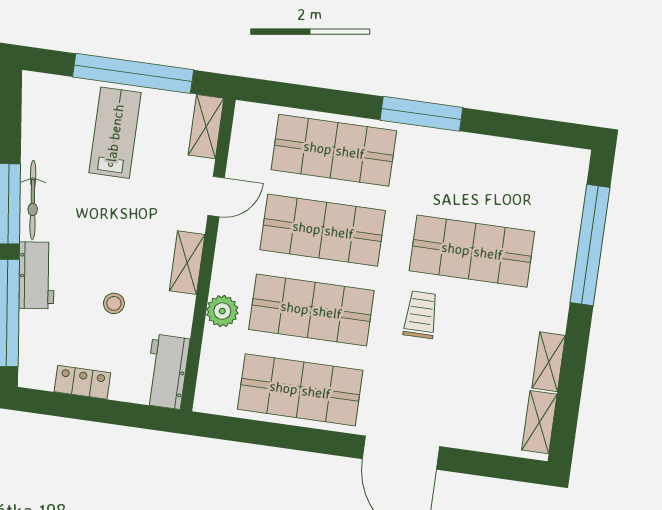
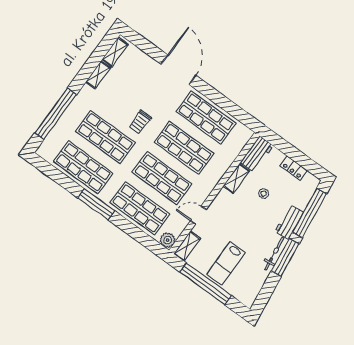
shop shelf: (483, 171) -> (83, 167), added
shelving: (187, 263) -> (236, 178), moved
plant: (222, 311) -> (168, 240), moved

